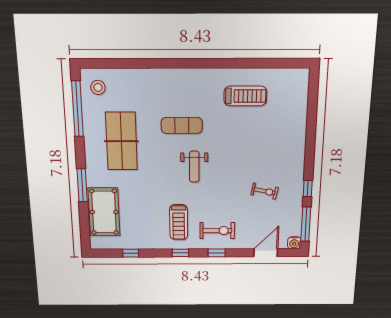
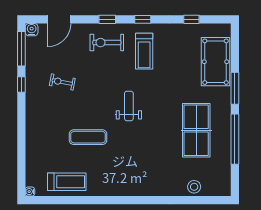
water cooler: (305, 73) -> (30, 192), added
stool: (98, 87) -> (194, 187), moved
treadmill: (245, 96) -> (67, 182), moved, turned 180
window: (78, 109) -> (235, 139), moved
exercise mat: (182, 125) -> (88, 137), moved
treadmill: (179, 222) -> (144, 51), turned 180

